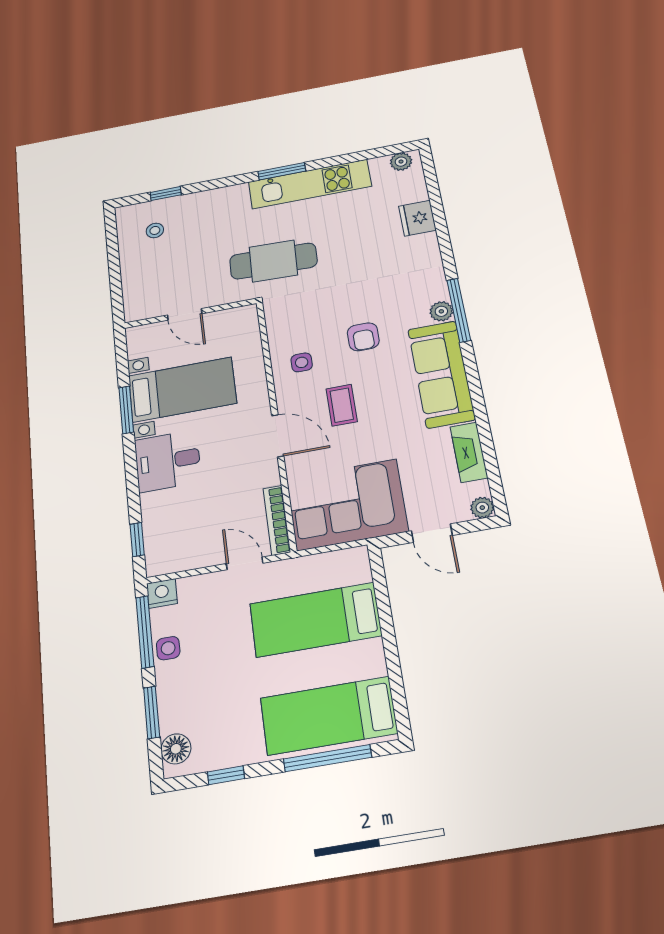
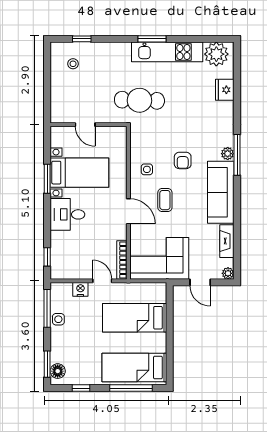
plant: (401, 162) -> (216, 54), width x1.88, depth x1.88
nightstand: (162, 593) -> (80, 289), moved
window: (152, 712) -> (47, 364), moved

